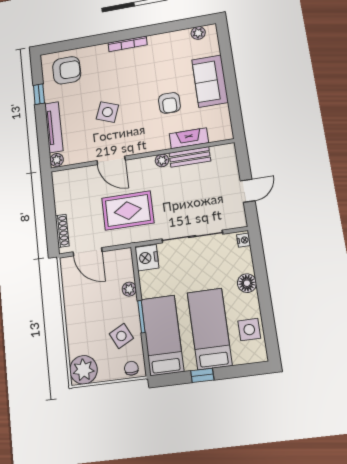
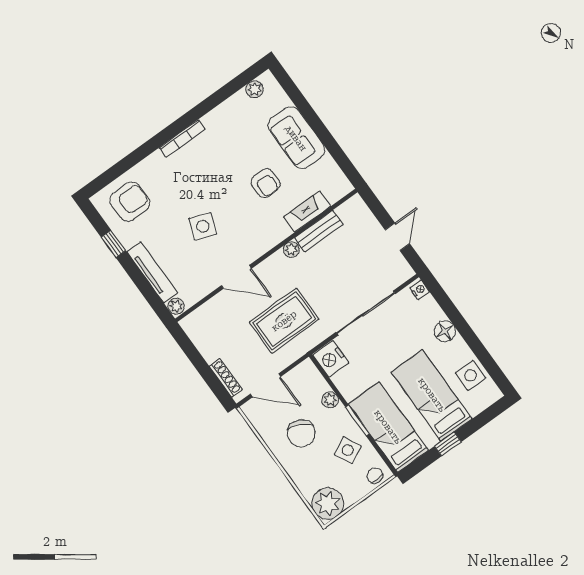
chair: (94, 303) -> (301, 433), added

